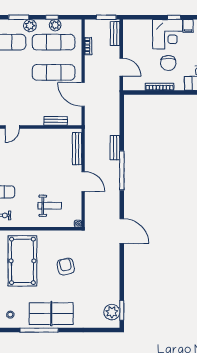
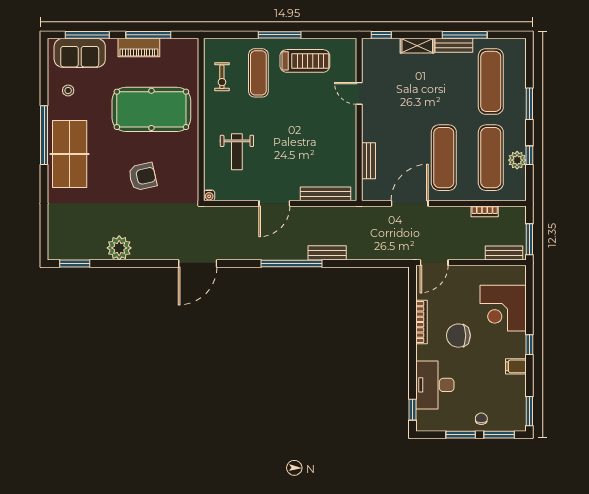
plant: (30, 26) -> (516, 121), removed
corner desk: (168, 34) -> (503, 308), moved
door: (121, 67) -> (434, 263), moved
plant: (112, 312) -> (119, 248), moved

